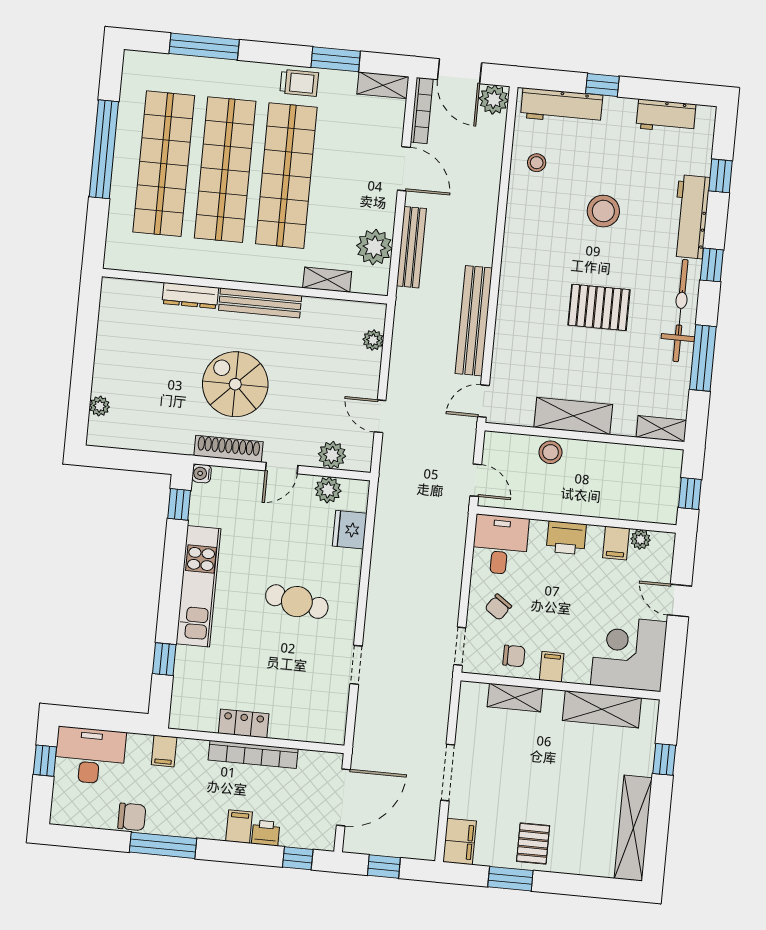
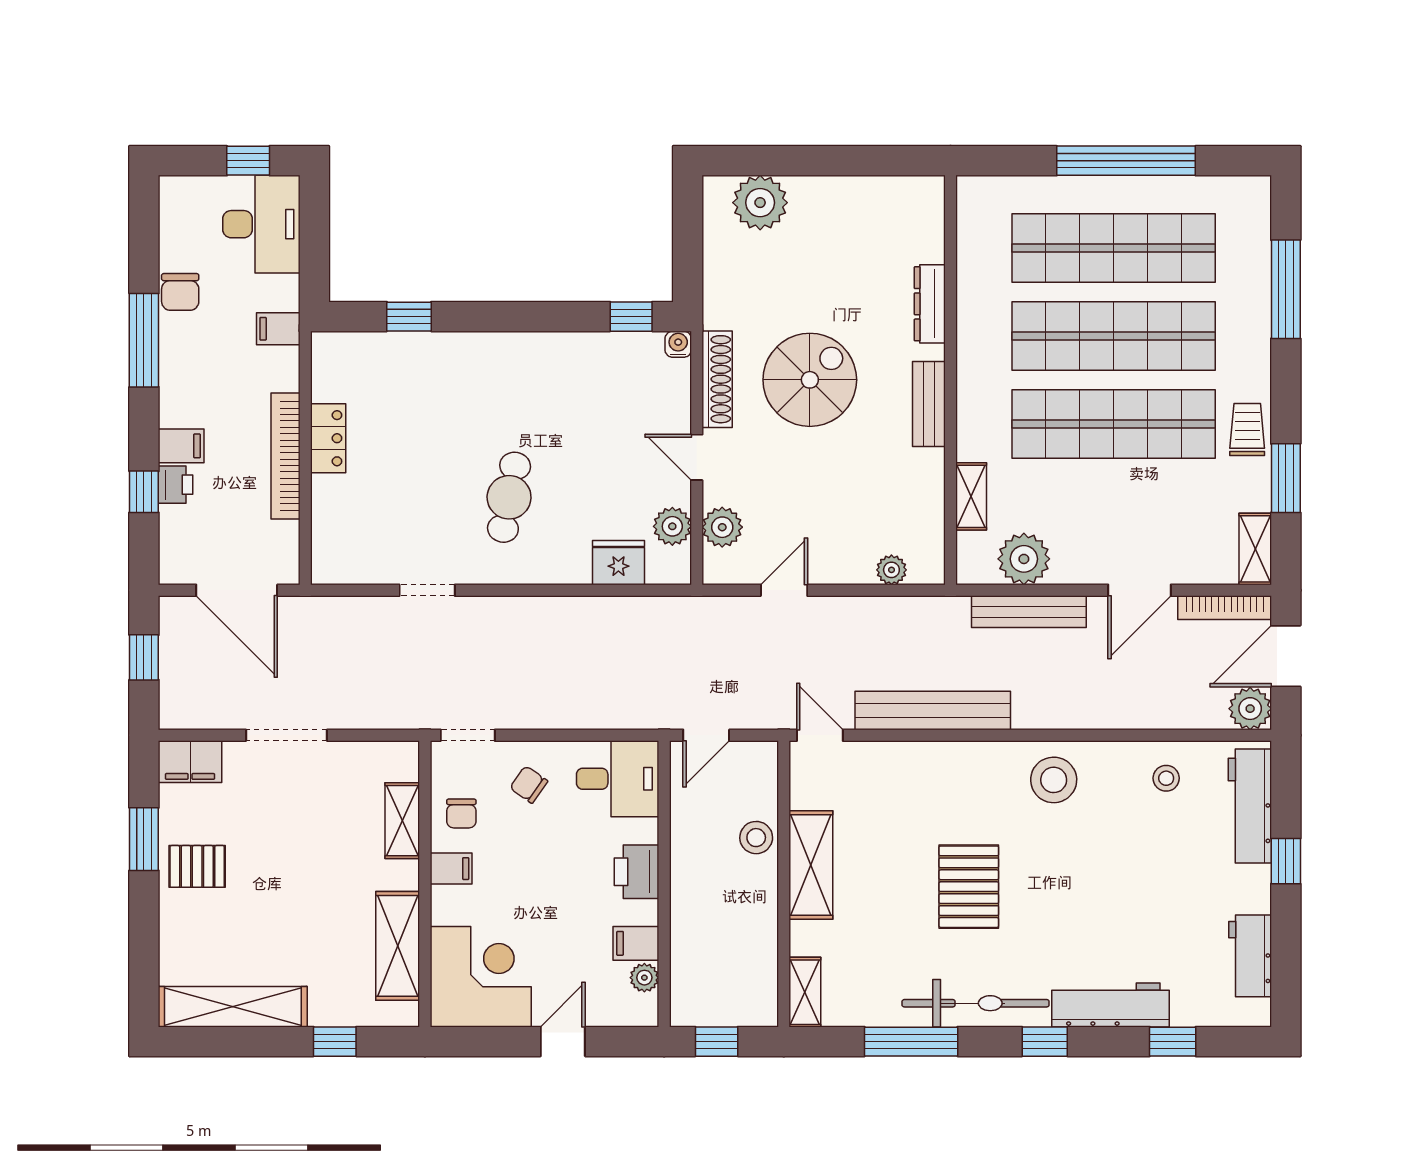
trolley: (299, 83) -> (1247, 430), turned 180
stool: (603, 211) -> (1054, 780), moved
bench: (260, 303) -> (929, 404), width x0.73
plant: (100, 406) -> (760, 203), width x1.87, depth x1.87
kitchen unit: (198, 586) -> (517, 355), removed
window: (298, 858) -> (144, 492), moved

